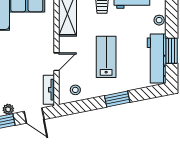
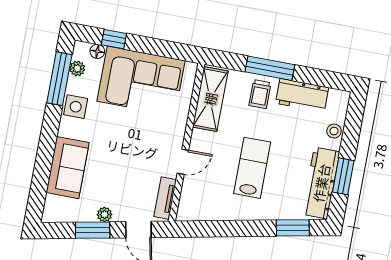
stool: (75, 90) -> (201, 205), removed
window: (117, 99) -> (293, 228), moved

